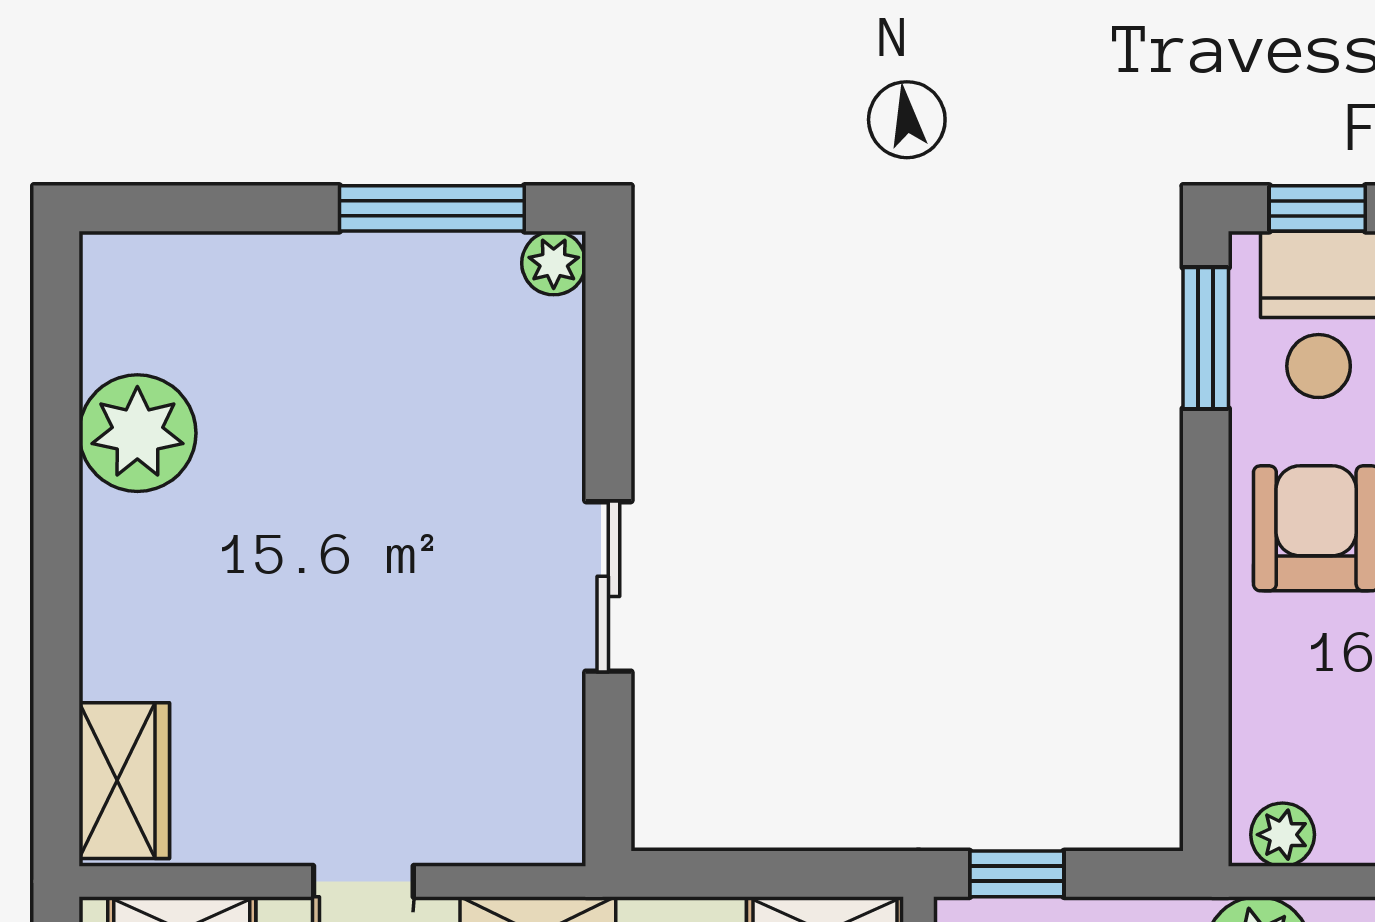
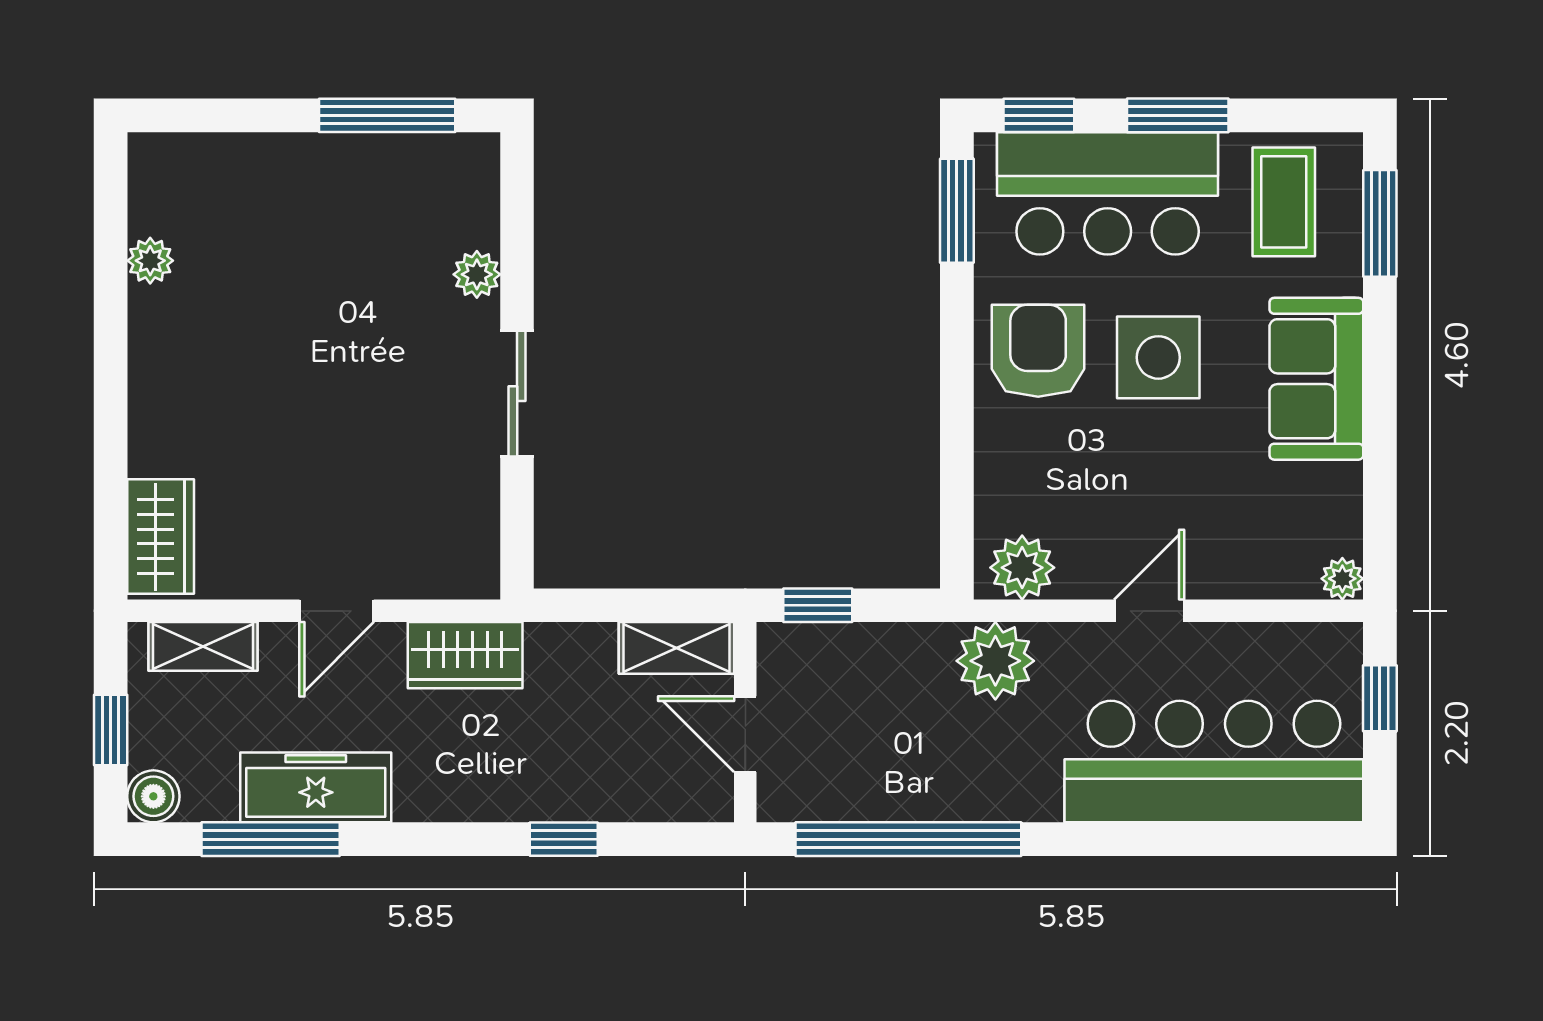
plant: (554, 263) -> (477, 274), moved
plant: (137, 433) -> (150, 261), width x0.53, depth x0.53
plant: (1283, 835) -> (1022, 568), width x1.38, depth x1.38

